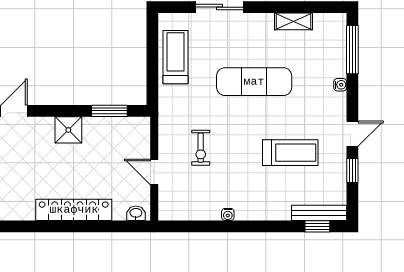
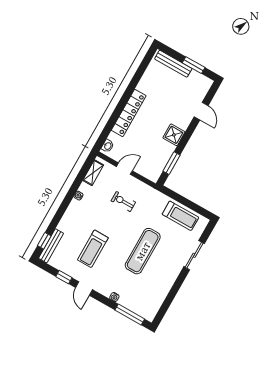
shelving: (293, 21) -> (93, 173), moved

